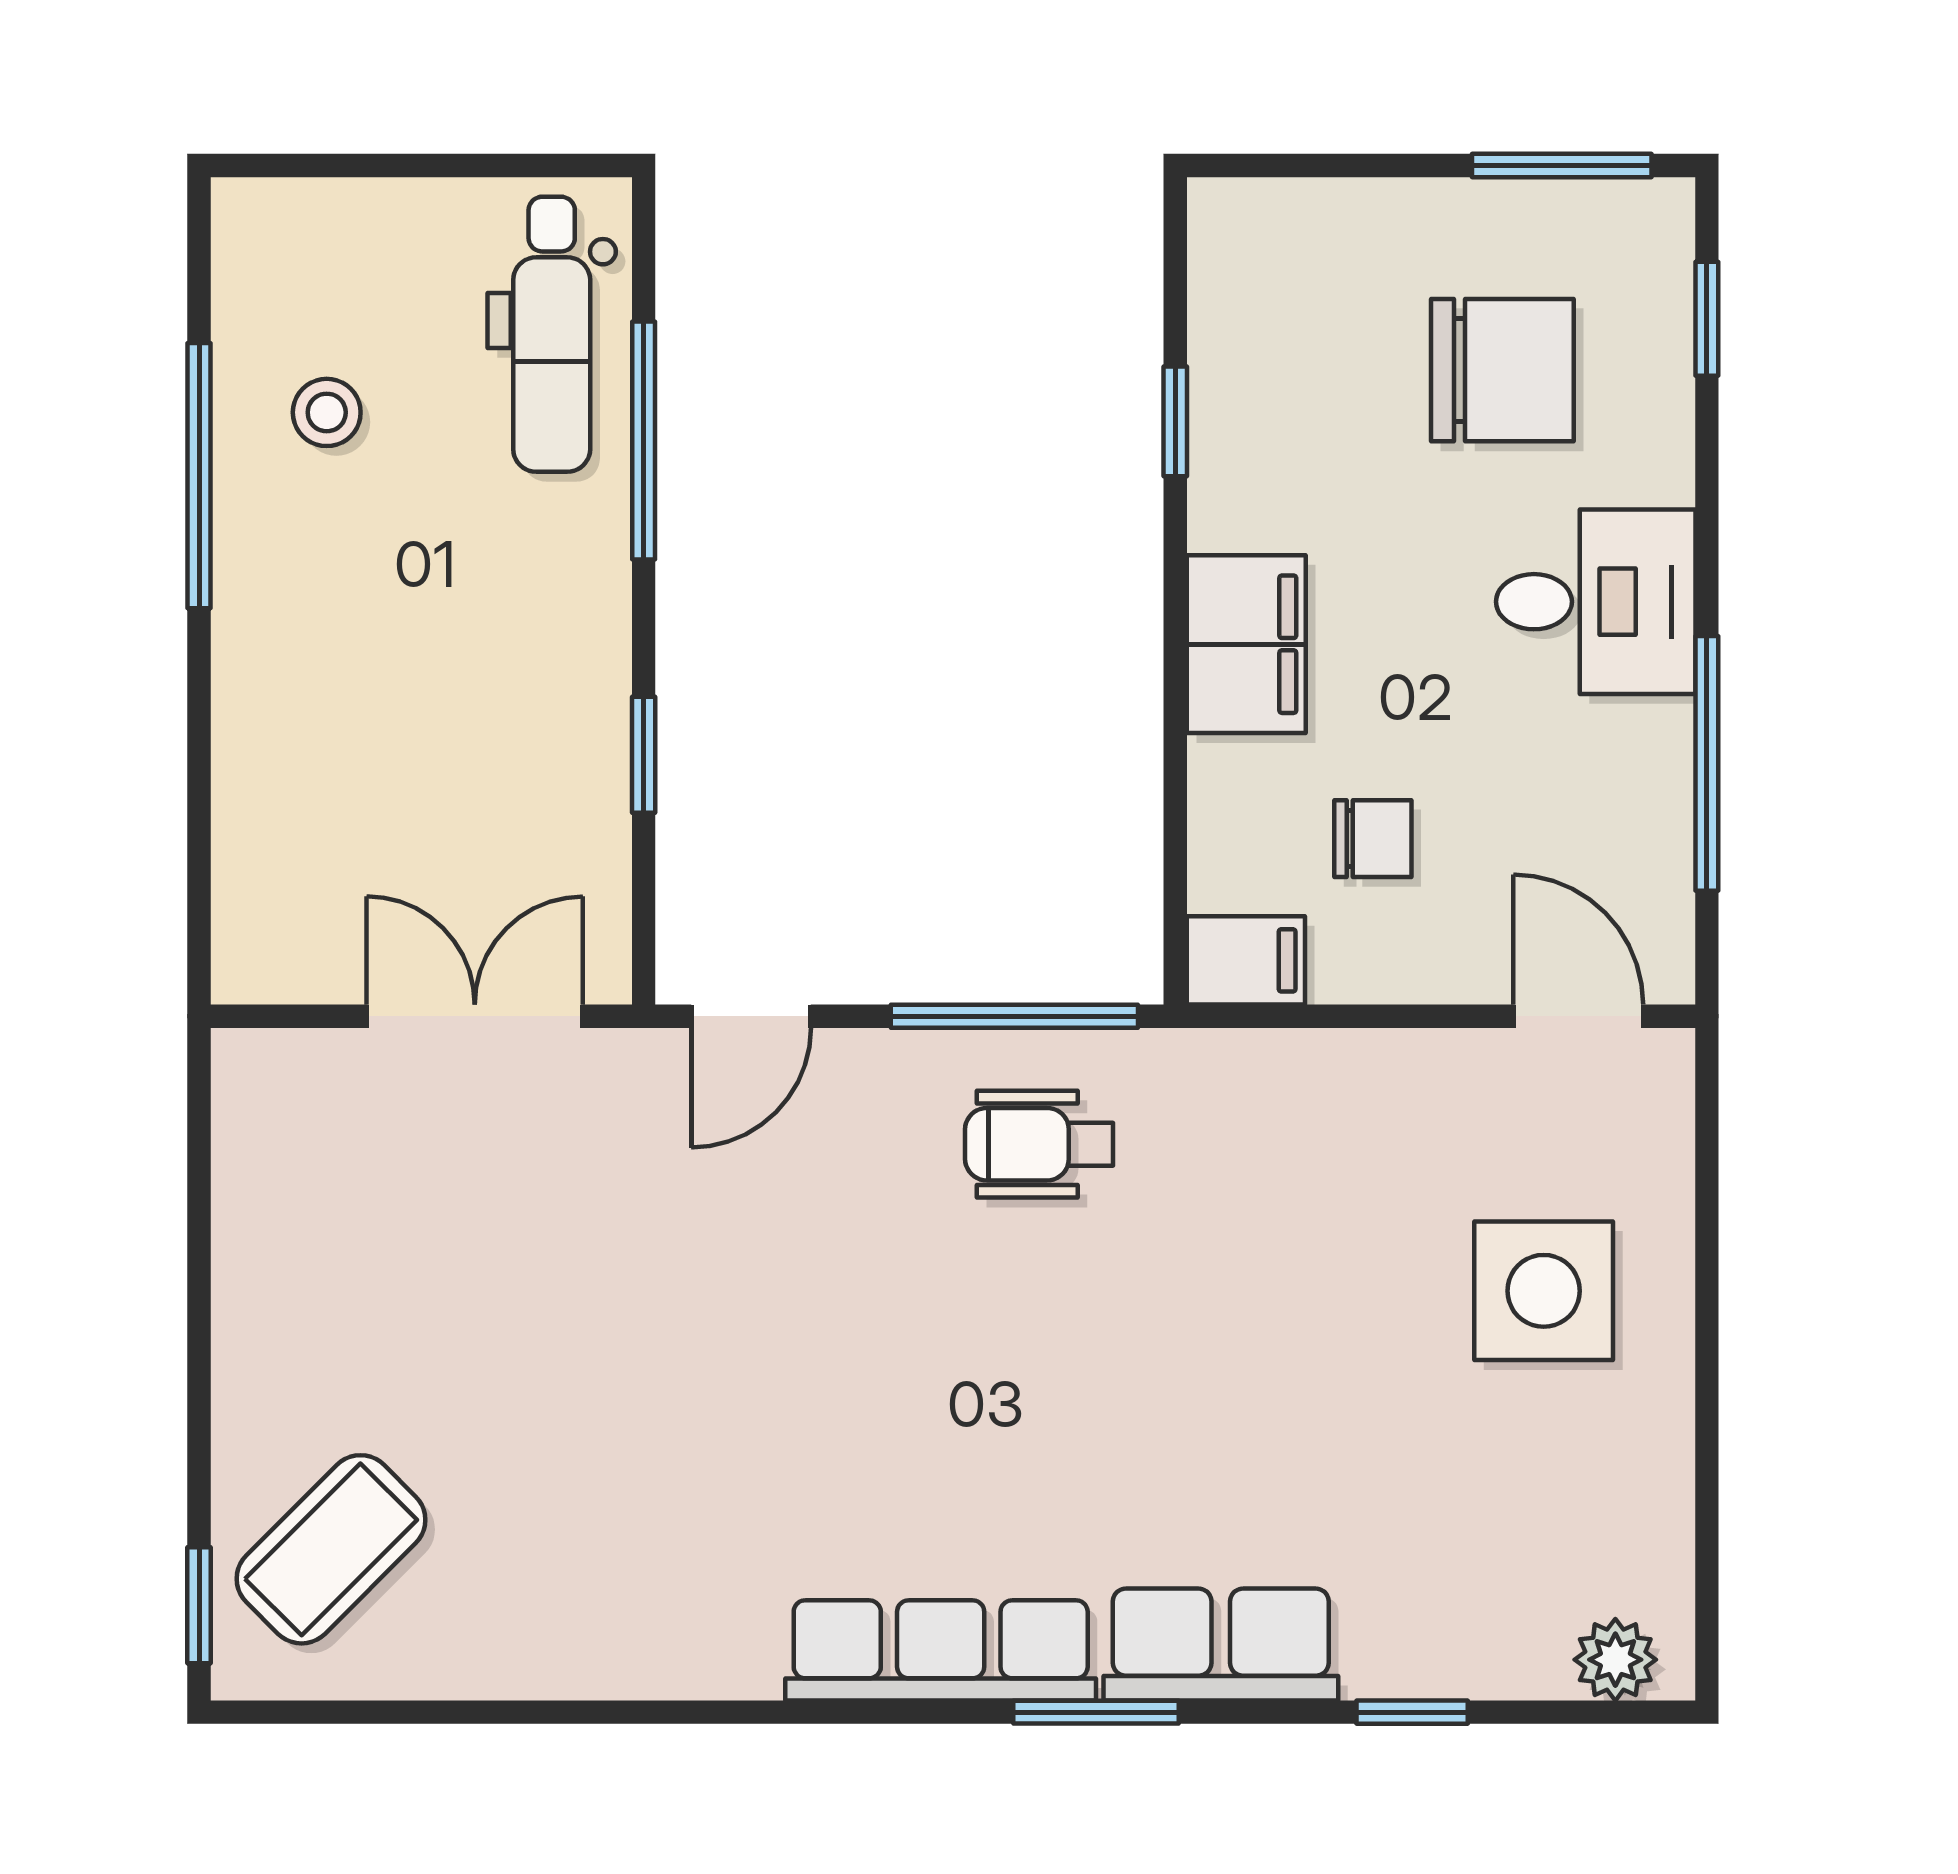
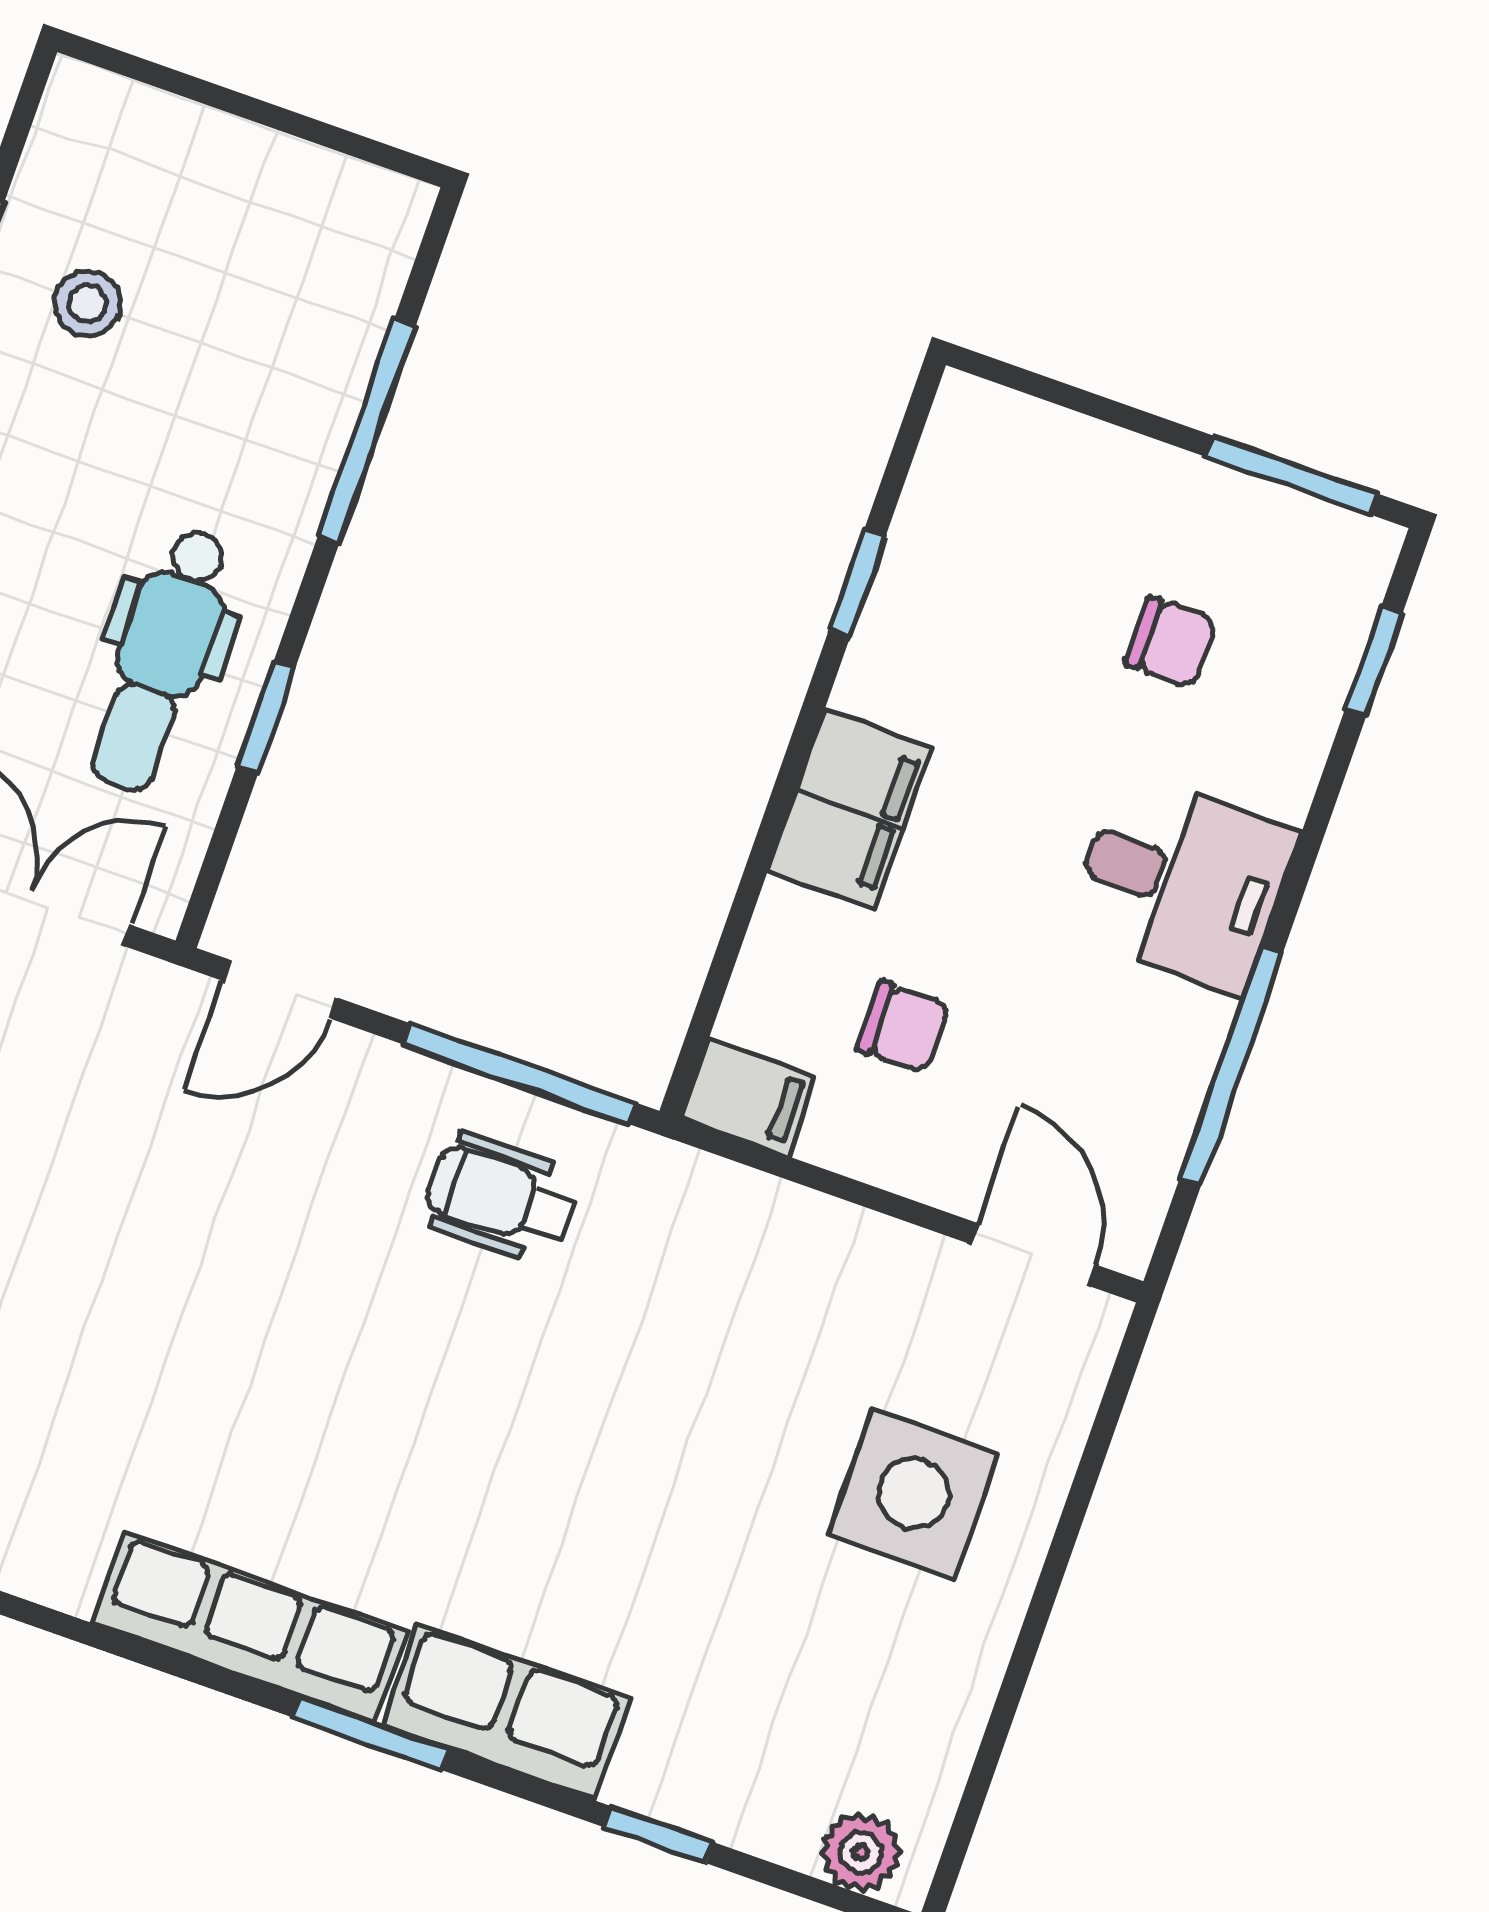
dental chair: (552, 334) -> (161, 659), moved
chair: (1502, 370) -> (1171, 642), width x0.54, depth x0.54

